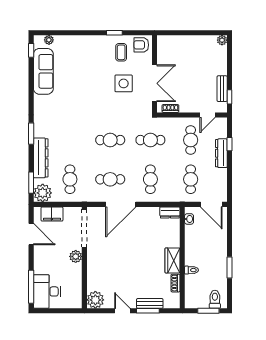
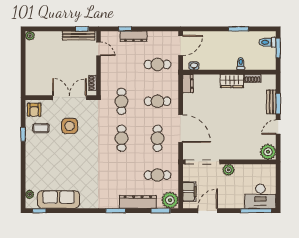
bench: (222, 89) -> (79, 36), width x1.36
cafe table: (191, 140) -> (121, 64), removed

